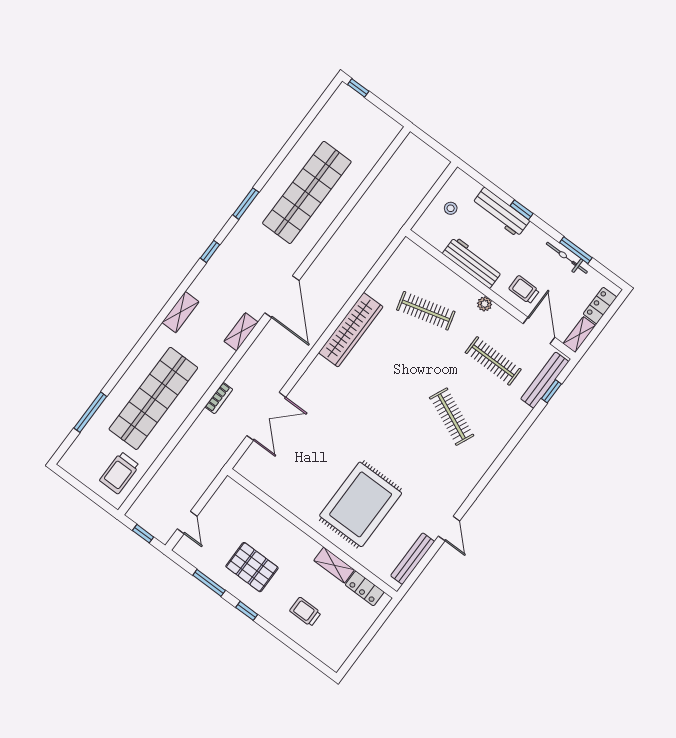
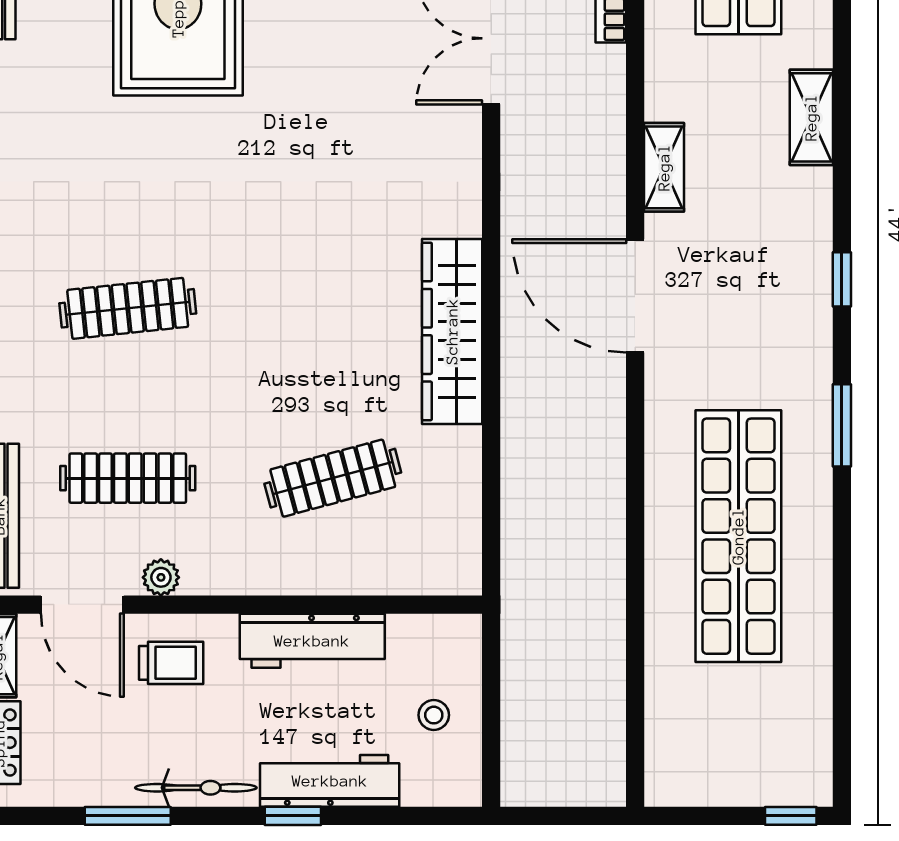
bicycle: (567, 258) -> (196, 788), moved
plant: (485, 304) -> (161, 577), moved
clothes rail: (452, 417) -> (128, 308), turned -30

